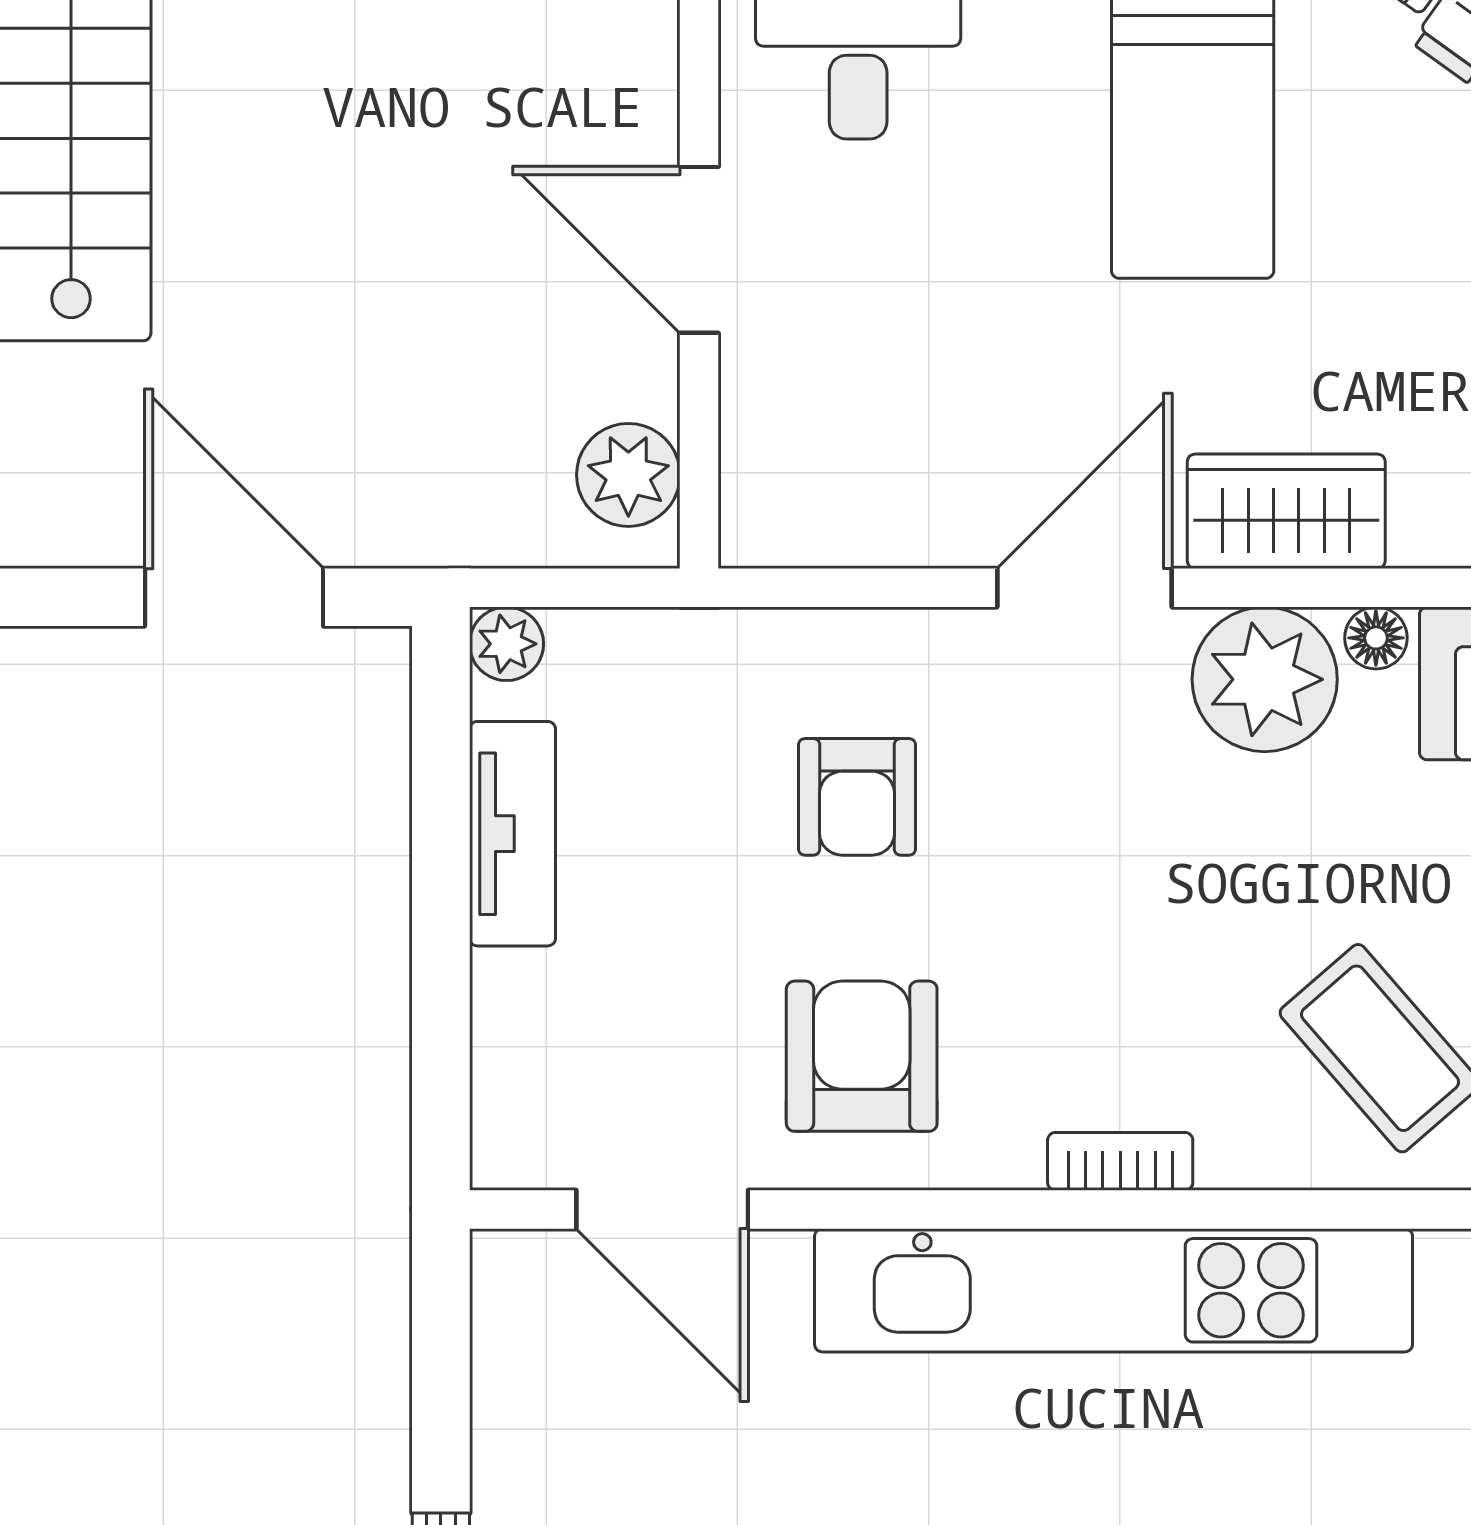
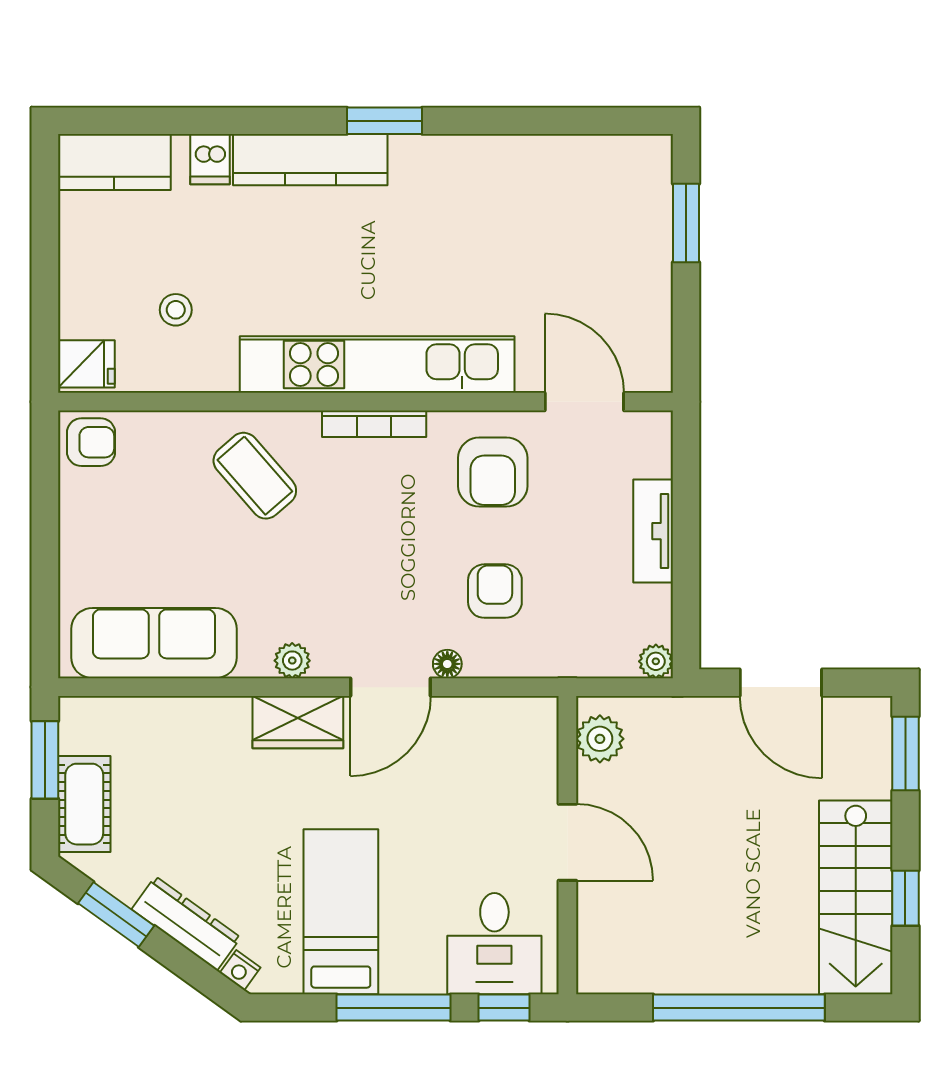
floor lamp: (1376, 638) -> (447, 664), moved
plant: (1265, 679) -> (292, 661), width x0.53, depth x0.53
tv unit: (512, 834) -> (653, 531), moved
bookcase: (1120, 1161) -> (374, 424), width x1.56

